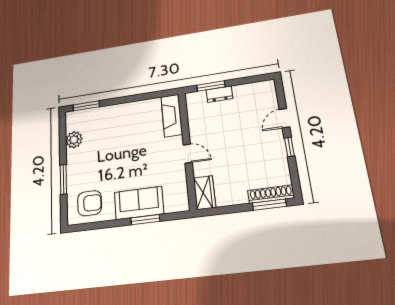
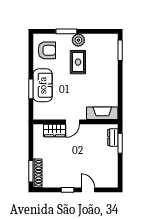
dresser: (219, 94) -> (113, 138), moved
plant: (74, 140) -> (78, 40), moved
rug: (104, 158) -> (78, 62), added
wardrobe: (204, 193) -> (55, 130), moved
armchair: (90, 203) -> (47, 50), turned -90

